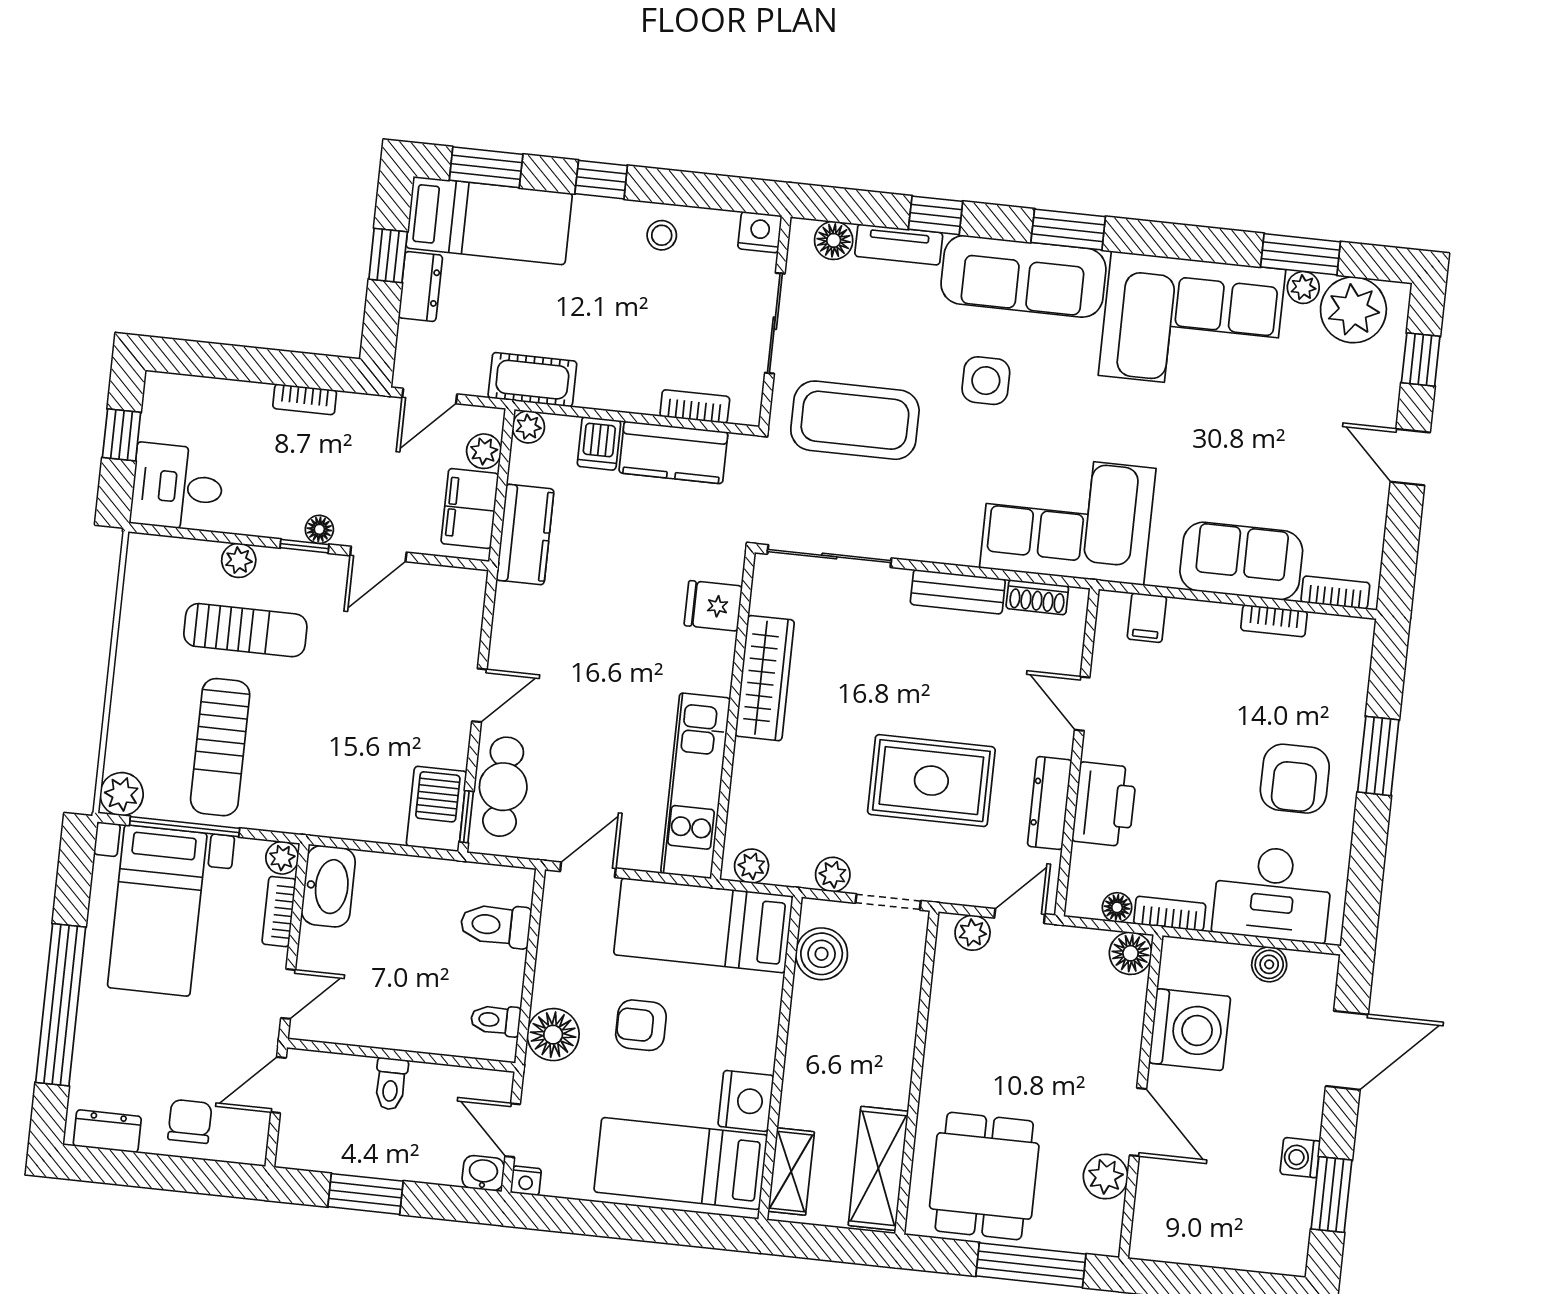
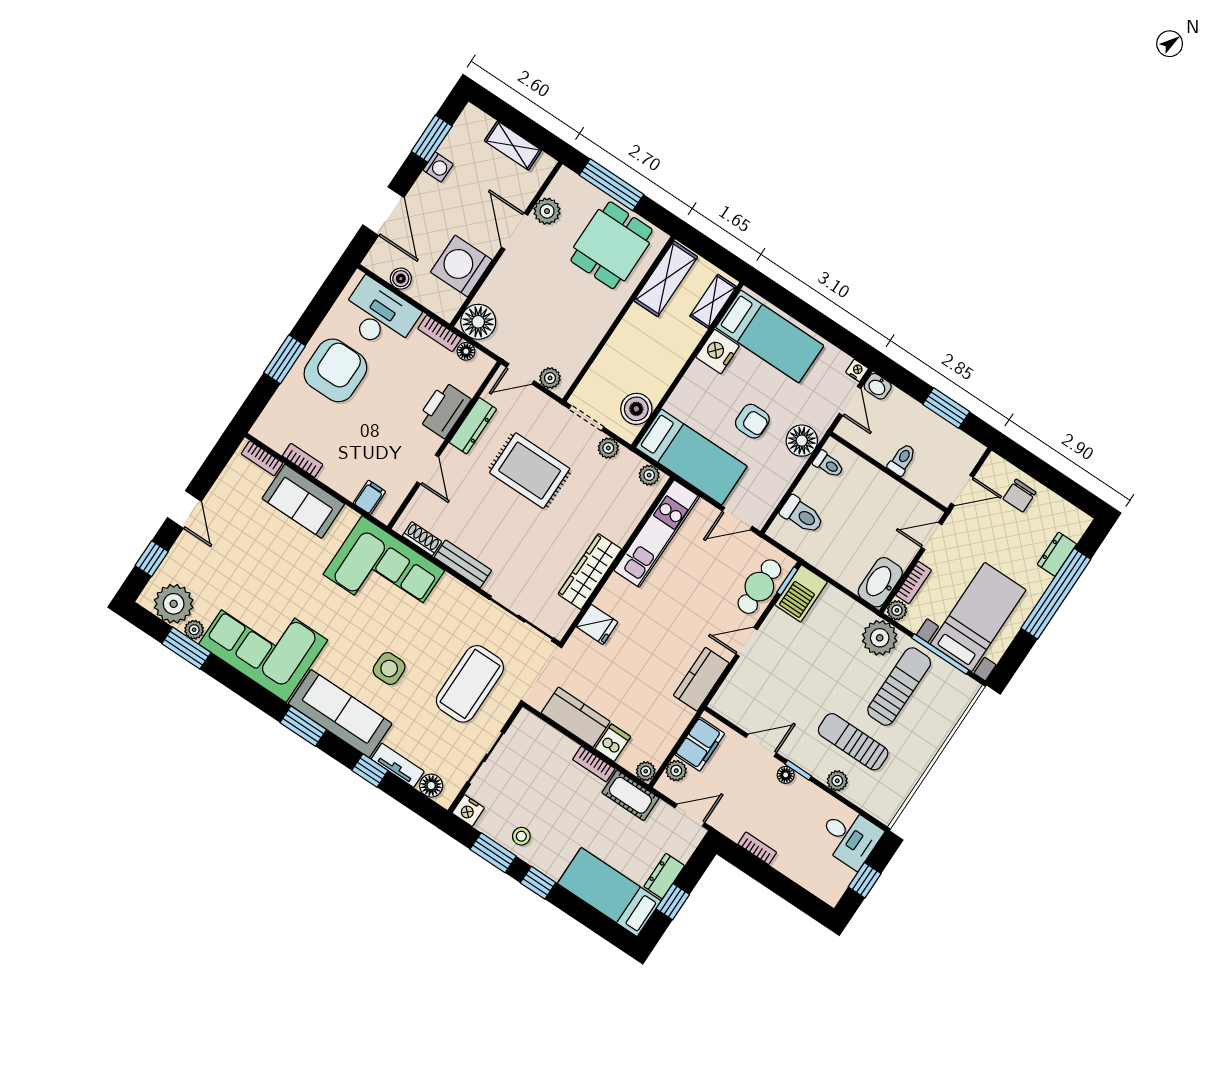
window: (486, 167) -> (493, 853), moved
bookcase: (695, 406) -> (594, 764), moved
coffee table: (855, 420) -> (470, 684), turned 90
kitchen counter: (525, 535) -> (701, 679), moved
armchair: (1295, 779) -> (335, 370), width x1.36, depth x1.36
plant: (122, 794) -> (880, 638), moved, width x1.36, depth x1.36
floor lamp: (1131, 953) -> (478, 322), width x1.38, depth x1.38
door: (1347, 1050) -> (383, 211), swing flipped
dresser: (107, 1131) -> (1057, 554), moved, turned 90
shelving: (1206, 1247) -> (513, 146), added

